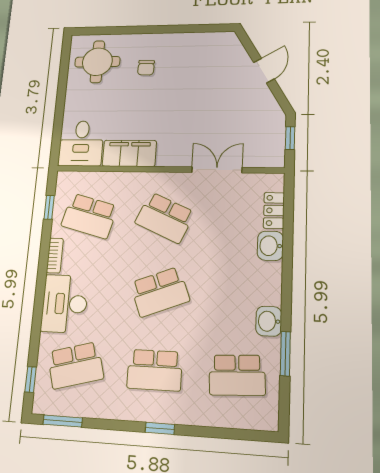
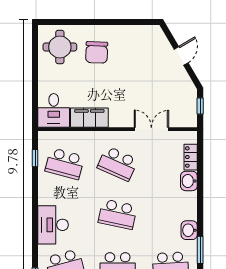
chair: (146, 68) -> (97, 52), width x1.87, depth x1.87
bookcase: (55, 256) -> (43, 192), removed
school desk: (160, 292) -> (118, 214), turned 33

